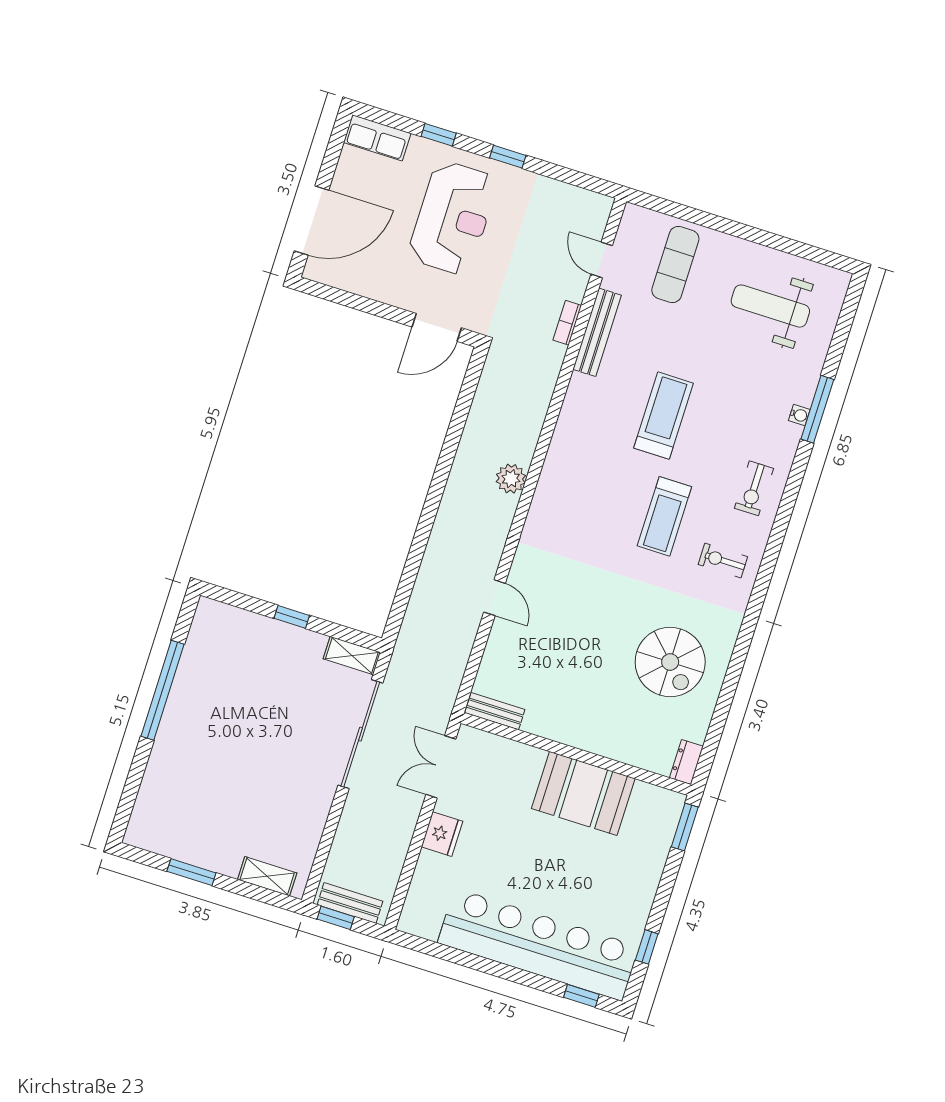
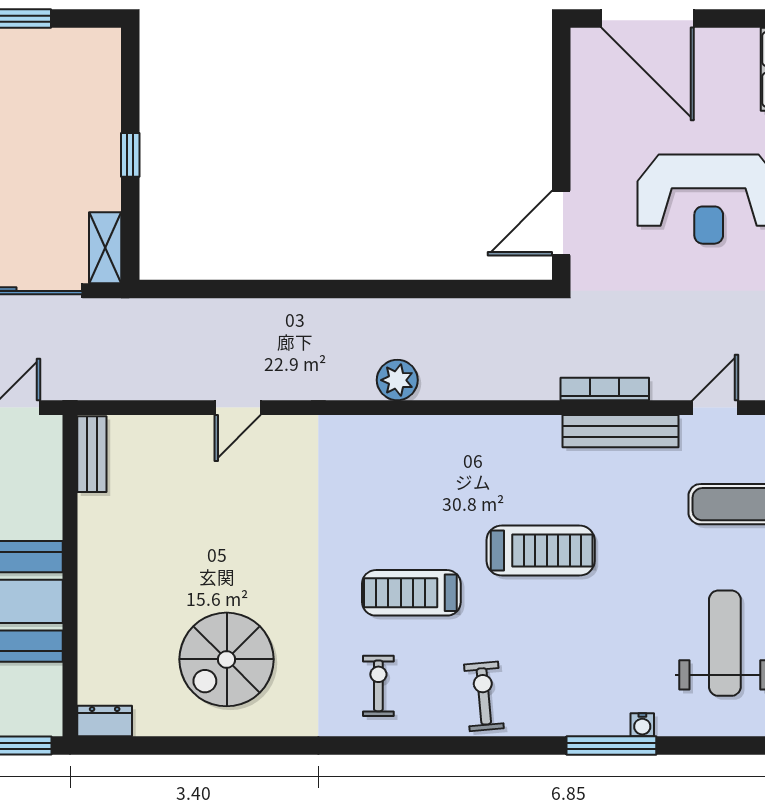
bookcase: (567, 323) -> (605, 389), width x1.56
door: (437, 327) -> (561, 223), hinge flipped
water cooler: (799, 415) -> (642, 725), moved
exercise bike: (754, 488) -> (484, 696), turned 85

